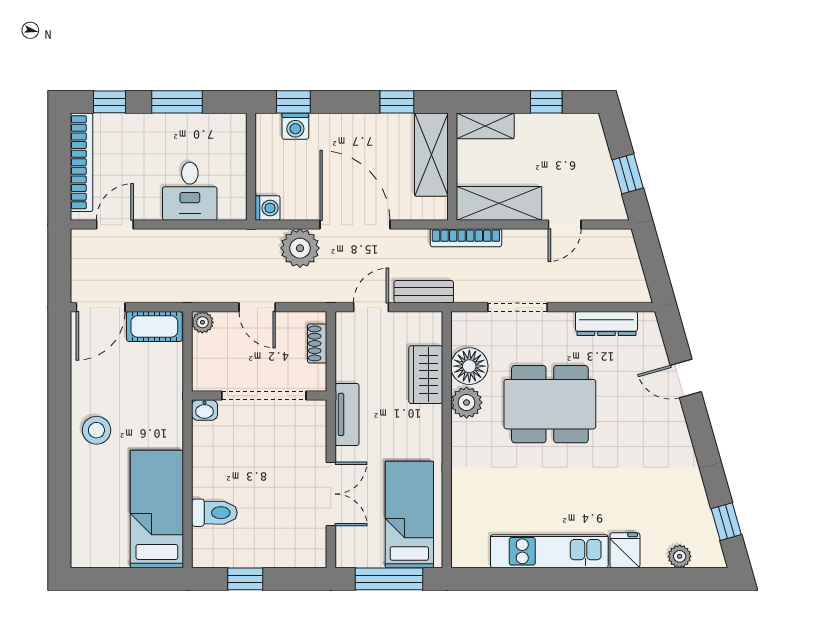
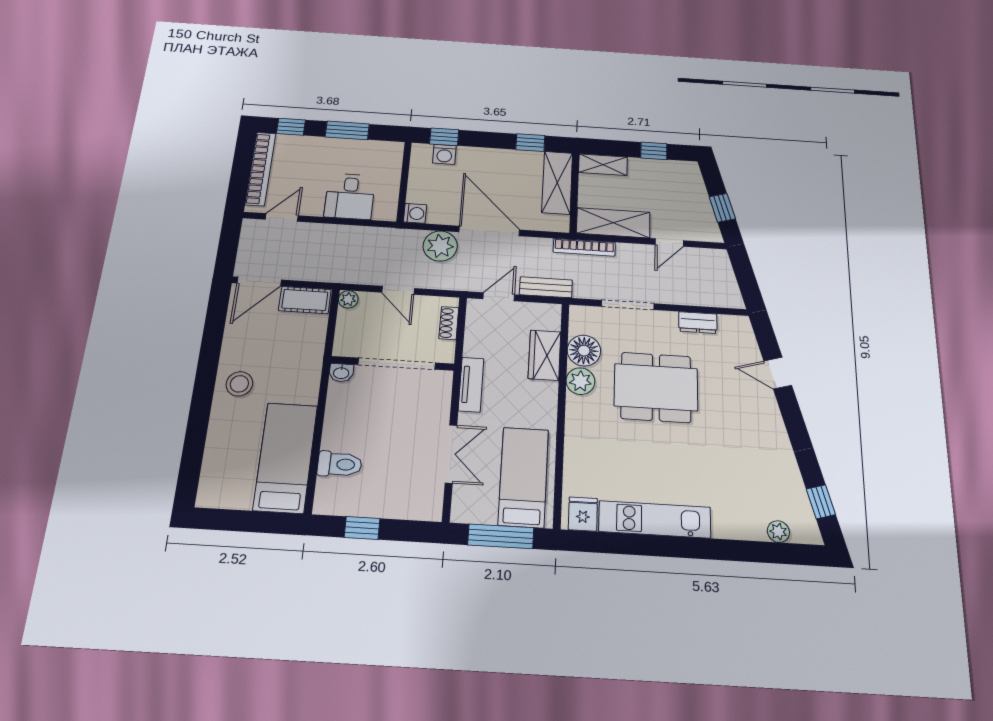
dresser: (606, 324) -> (698, 323), width x0.70
fridge: (625, 550) -> (583, 514), moved

